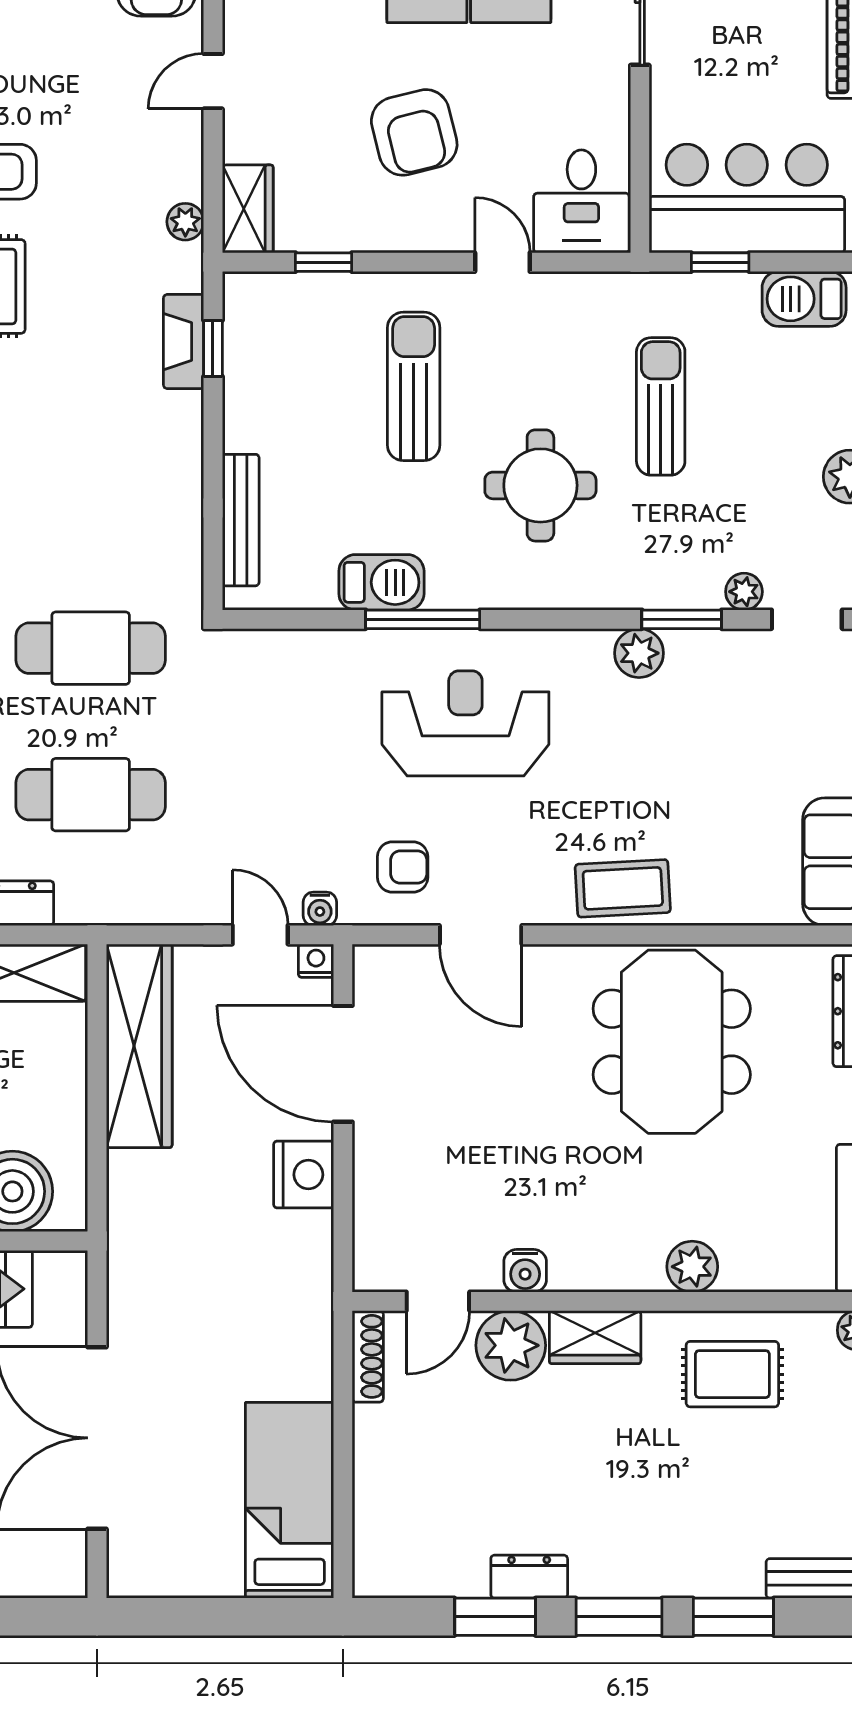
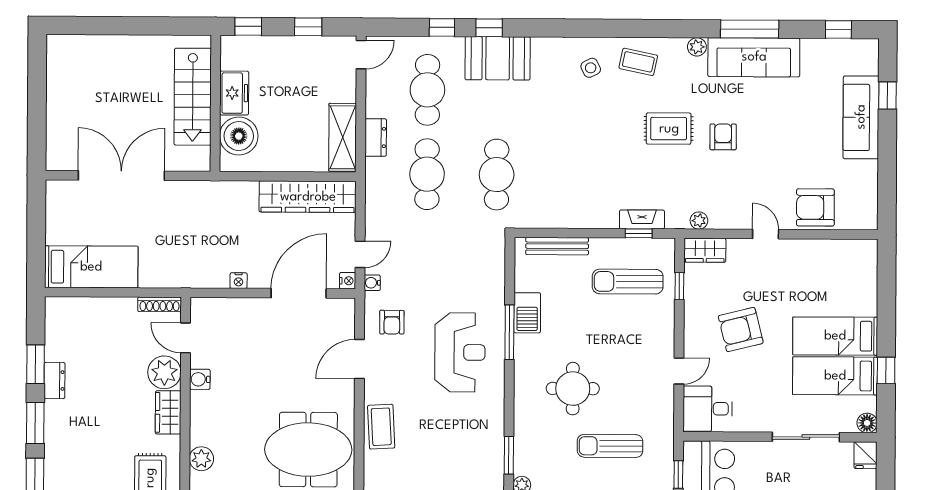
sun lounger: (414, 386) -> (628, 282), moved, turned 180
sun lounger: (661, 406) -> (610, 446), turned 180
plant: (639, 653) -> (493, 435), removed
nightstand: (304, 1175) -> (239, 281), width x0.53, depth x0.56

